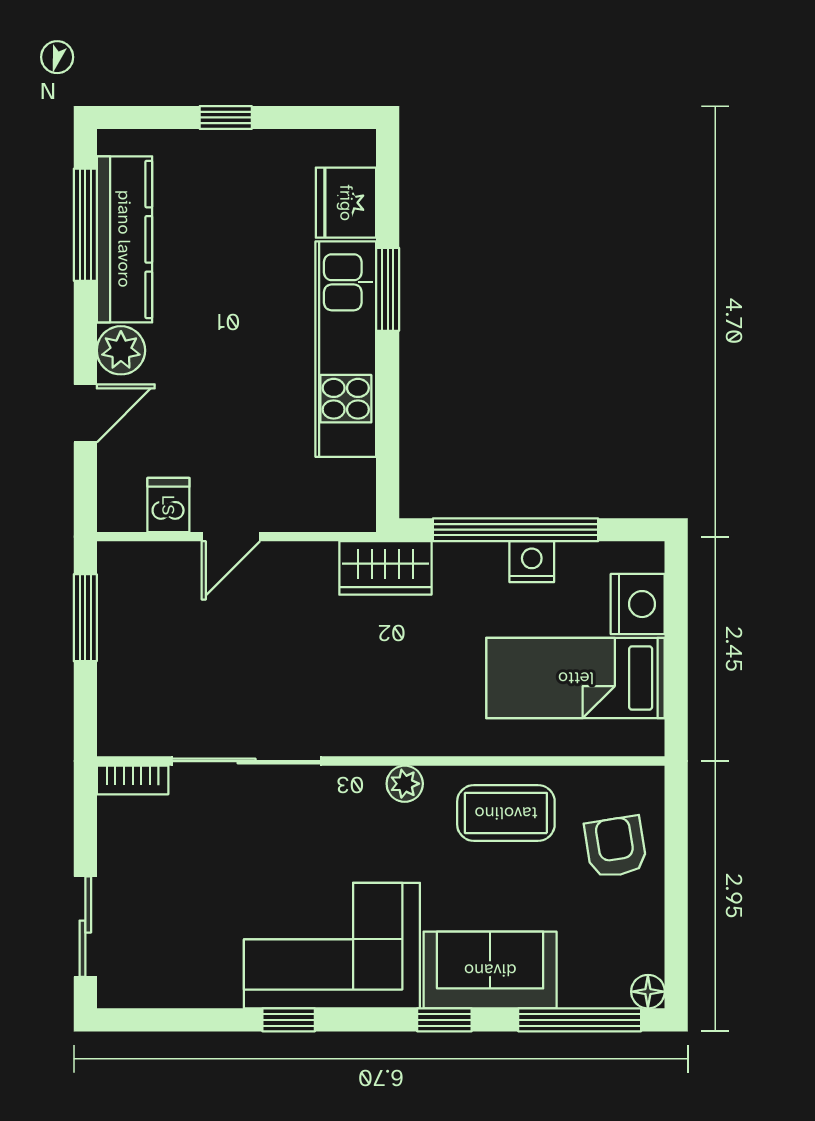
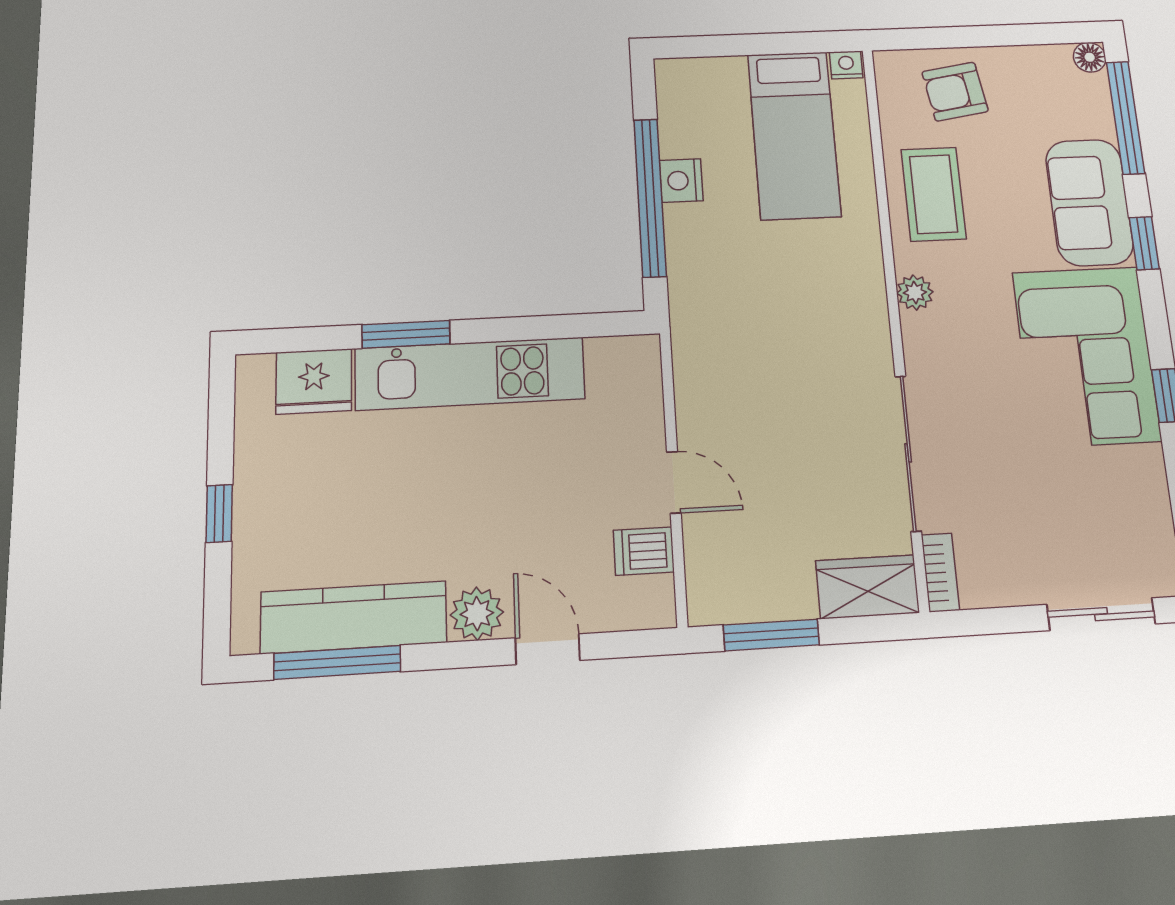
wardrobe: (385, 568) -> (867, 587), moved, turned -90
nightstand: (638, 604) -> (846, 65), moved, width x0.53, depth x0.56

